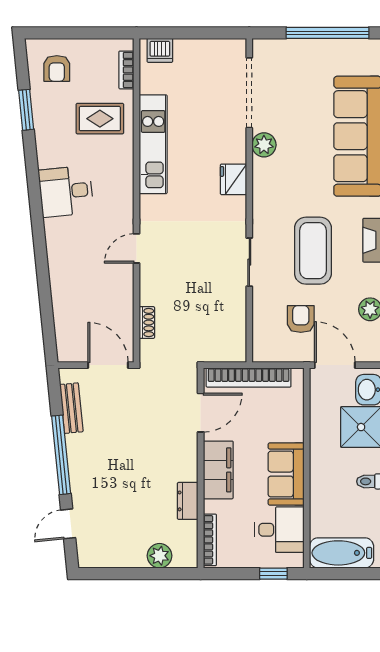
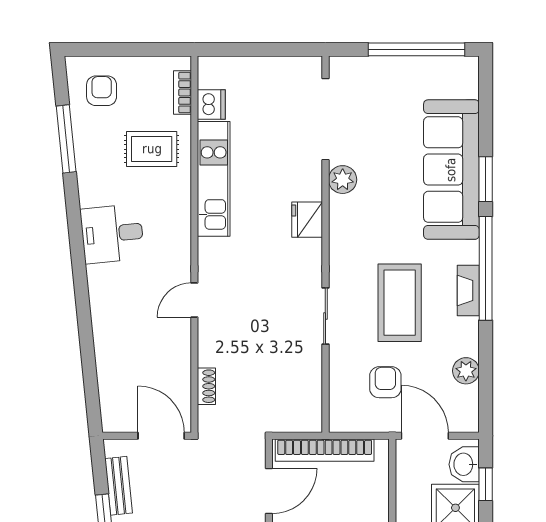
dishwasher: (160, 50) -> (211, 104), moved, turned -90
armchair: (57, 68) -> (102, 91), turned 180
window: (26, 110) -> (66, 139), width x1.44

